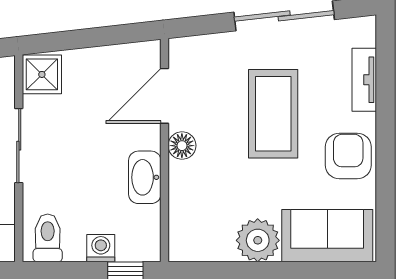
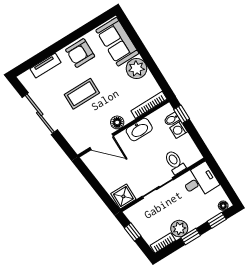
coffee table: (273, 114) -> (82, 94), width x0.73, depth x0.76
bookcase: (178, 222) -> (149, 105), added
toilet: (48, 238) -> (175, 162), moved, turned 90
bidet: (127, 247) -> (172, 119), added

